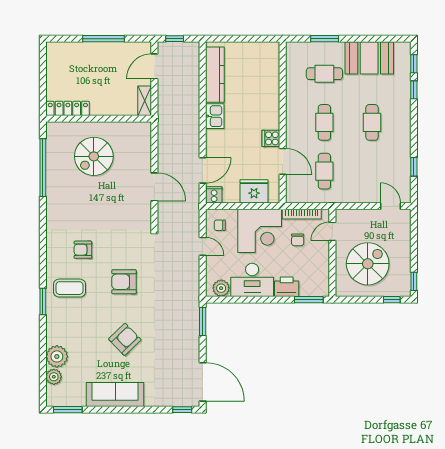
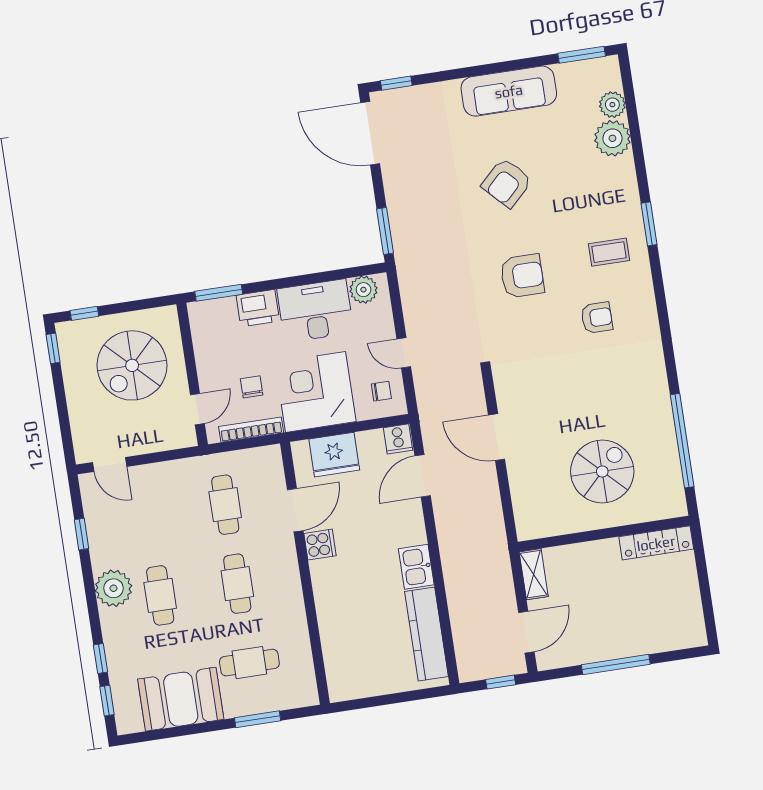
plant: (399, 131) -> (113, 588), added
door: (283, 161) -> (295, 510), swing flipped
coffee table: (69, 288) -> (609, 252), width x0.73, depth x0.77

